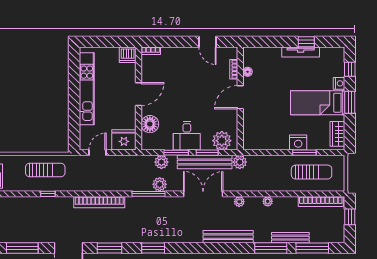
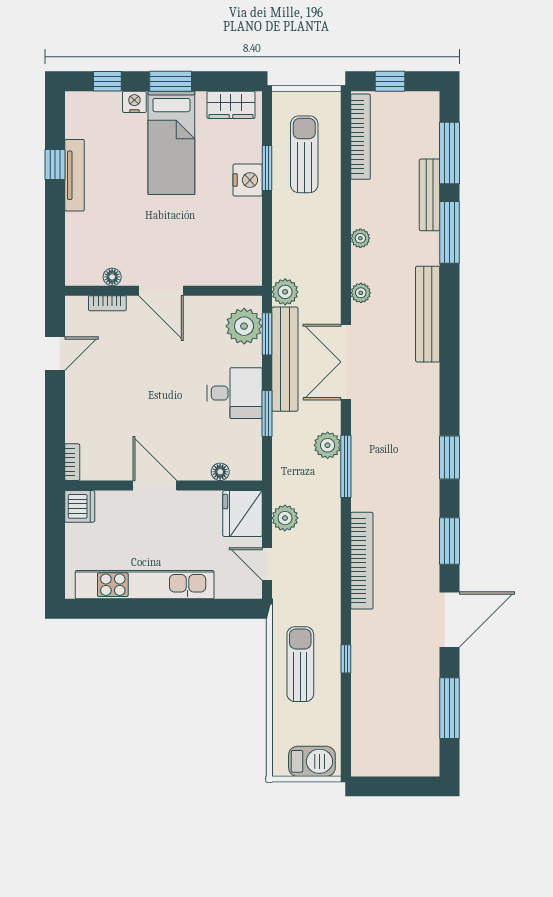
floor lamp: (150, 124) -> (220, 472), width x0.53, depth x0.53
window: (207, 153) -> (267, 334), moved
plant: (161, 162) -> (285, 518), moved

